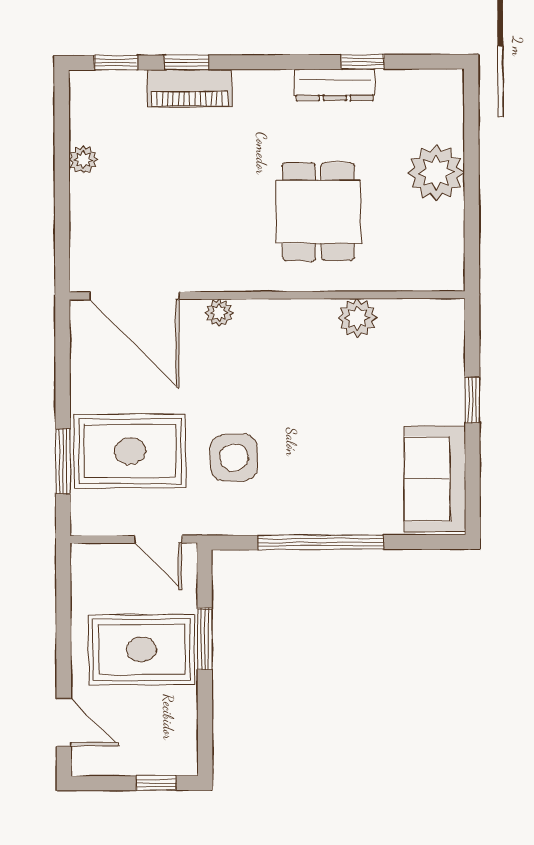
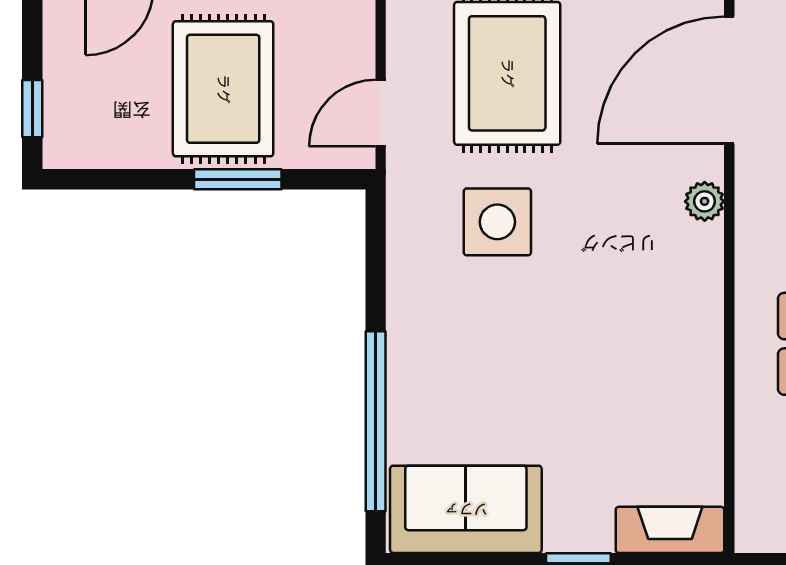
plant: (357, 318) -> (696, 399), removed
fireplace: (449, 336) -> (670, 530), added
window: (321, 542) -> (376, 421), moved

